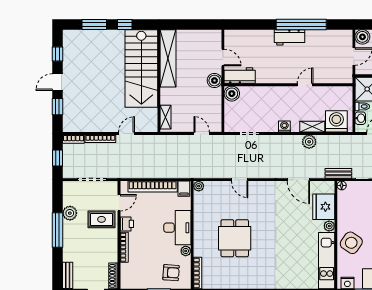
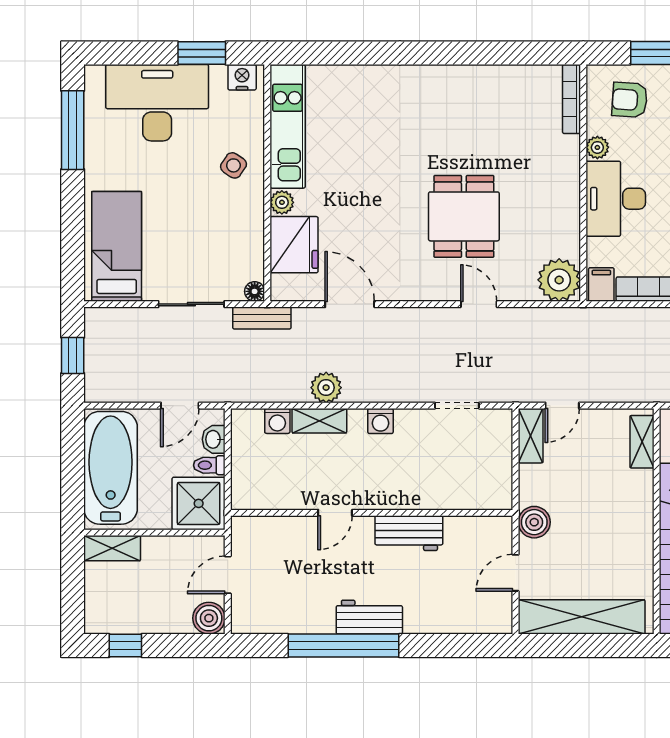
door: (223, 57) -> (516, 573), hinge flipped
shelving: (168, 58) -> (582, 617), moved, turned 90
workbench: (240, 76) -> (409, 533), moved
boiler: (232, 94) -> (496, 493), removed
shelving: (216, 120) -> (531, 436), added
washing machine: (336, 121) -> (277, 421), width x0.53, depth x0.53
door: (202, 134) -> (562, 406), hinge flipped
plant: (199, 186) -> (559, 280), width x1.87, depth x1.87
dining table: (235, 238) -> (464, 216), moved
side table: (351, 243) -> (233, 165), width x0.54, depth x0.54

